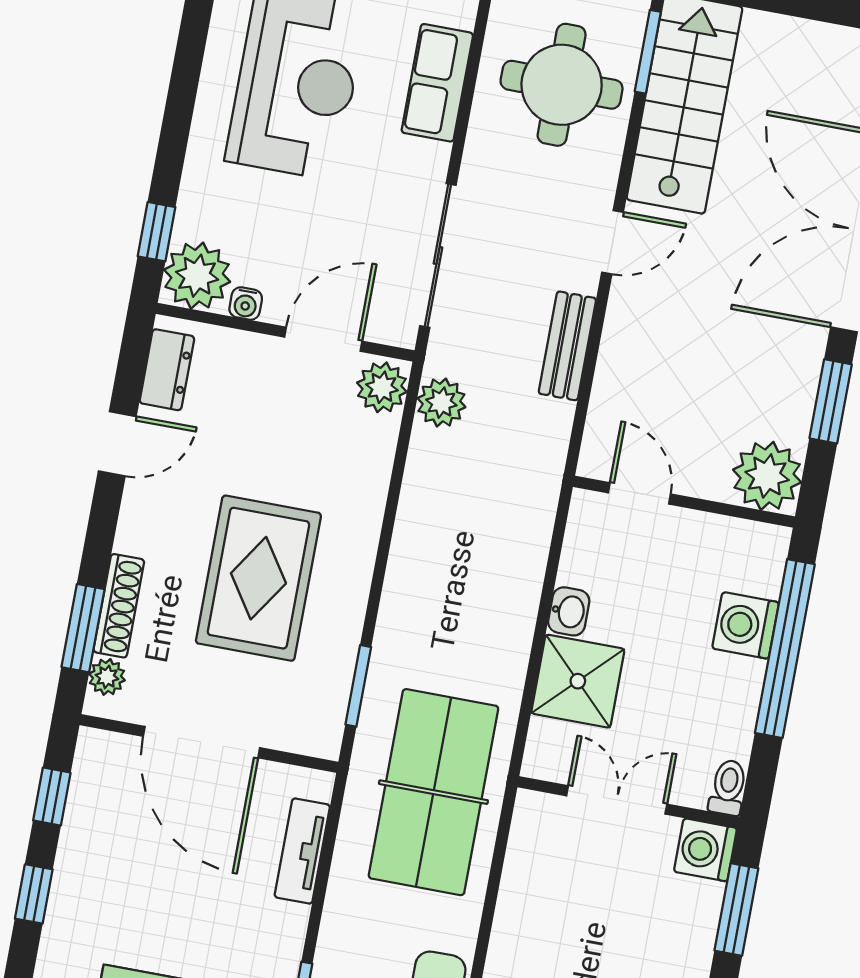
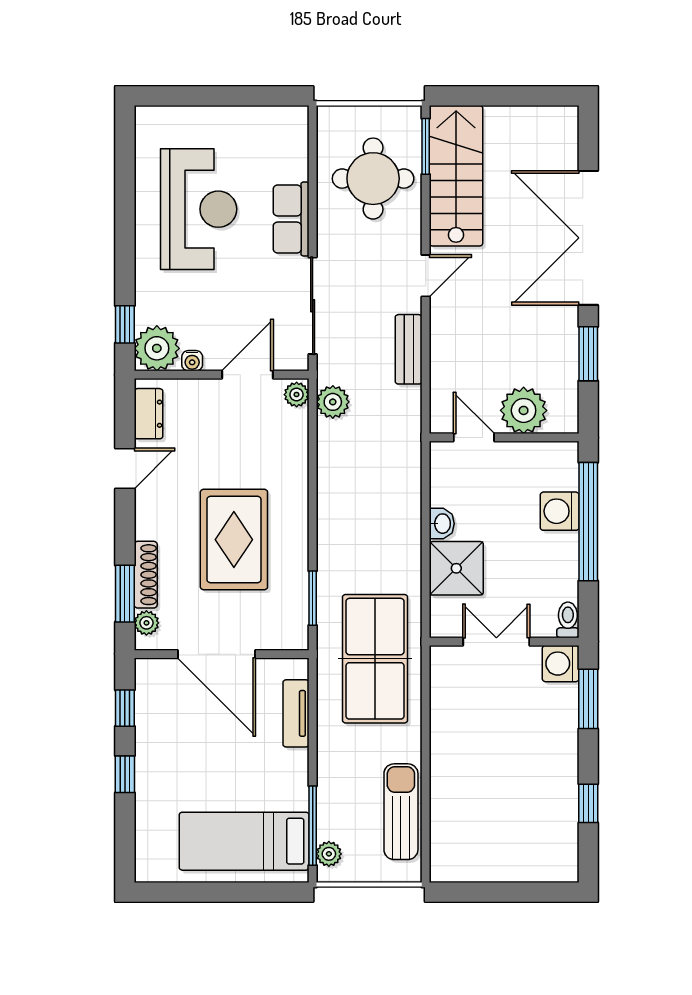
row of seats: (437, 83) -> (291, 219), moved
plant: (382, 387) -> (297, 395), width x0.73, depth x0.73
plant: (767, 476) -> (524, 410), moved

